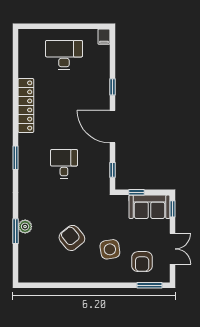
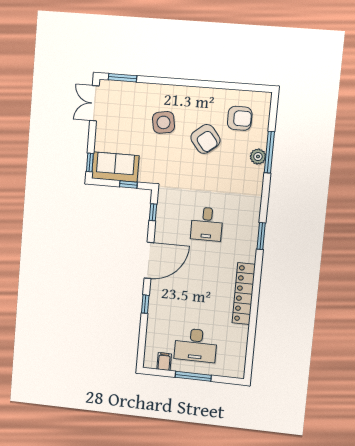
window: (64, 26) -> (193, 376), added
filing cabinet: (104, 37) -> (164, 362), moved
door: (112, 127) -> (149, 260), hinge flipped
window: (16, 231) -> (269, 152), width x1.44
double door: (173, 249) -> (94, 103), moved
armchair: (142, 262) -> (240, 118), moved, turned 90

